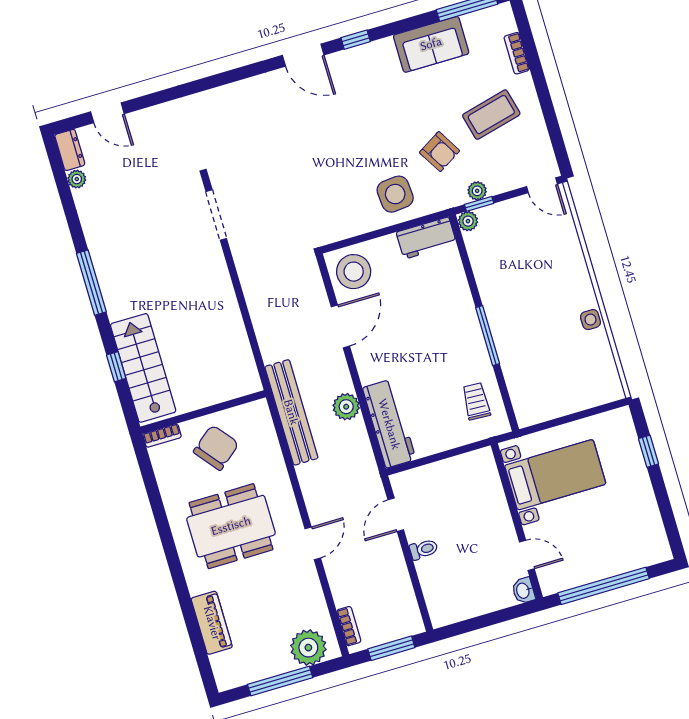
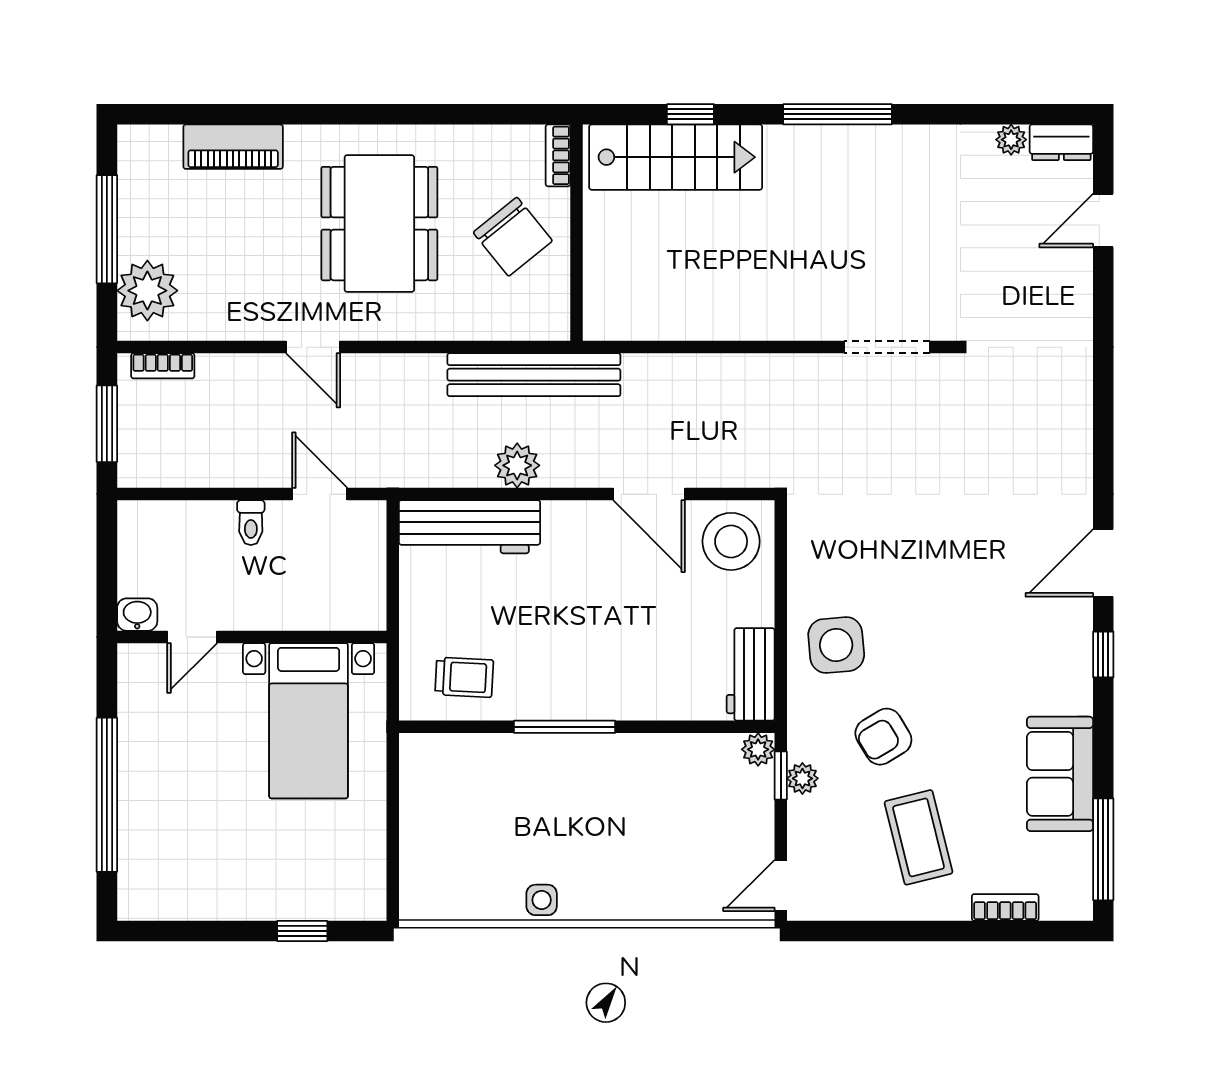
bed with nightstands: (555, 475) -> (309, 721), moved
wall: (517, 521) -> (252, 637), moved
door: (527, 555) -> (192, 637), moved
washbasin: (523, 591) -> (137, 615), moved

